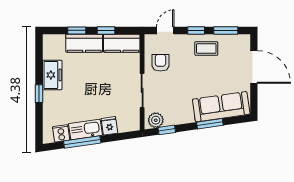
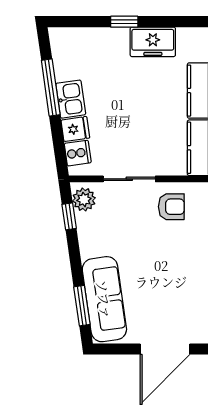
coffee table: (206, 48) -> (193, 277), removed
window: (210, 124) -> (82, 306), moved
kitchen sink: (85, 129) -> (71, 99), width x0.73
cooker: (61, 133) -> (78, 153), moved

